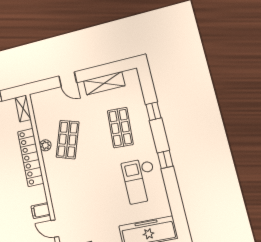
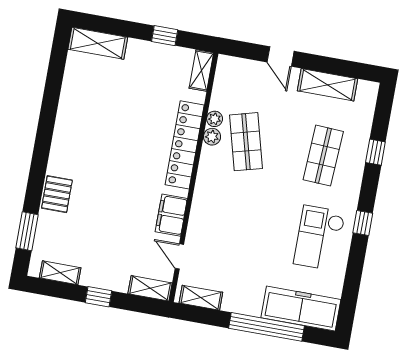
plant: (43, 134) -> (215, 119), added
shop shelf: (68, 140) -> (246, 142), turned -33
filing cabinet: (41, 211) -> (171, 215), width x2.00

